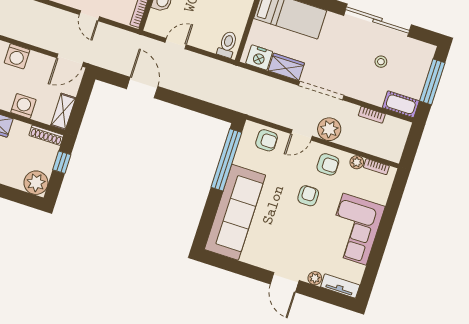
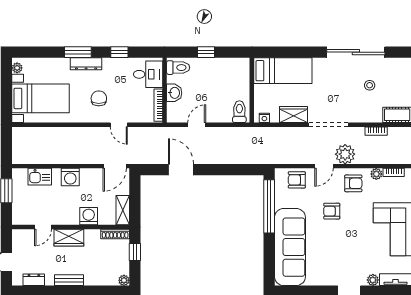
nightstand: (259, 58) -> (264, 118), width x0.53, depth x0.56
armchair: (267, 140) -> (297, 180), turned 180
plant: (36, 183) -> (124, 280), width x0.53, depth x0.53
armchair: (308, 196) -> (332, 211), moved, turned -90

